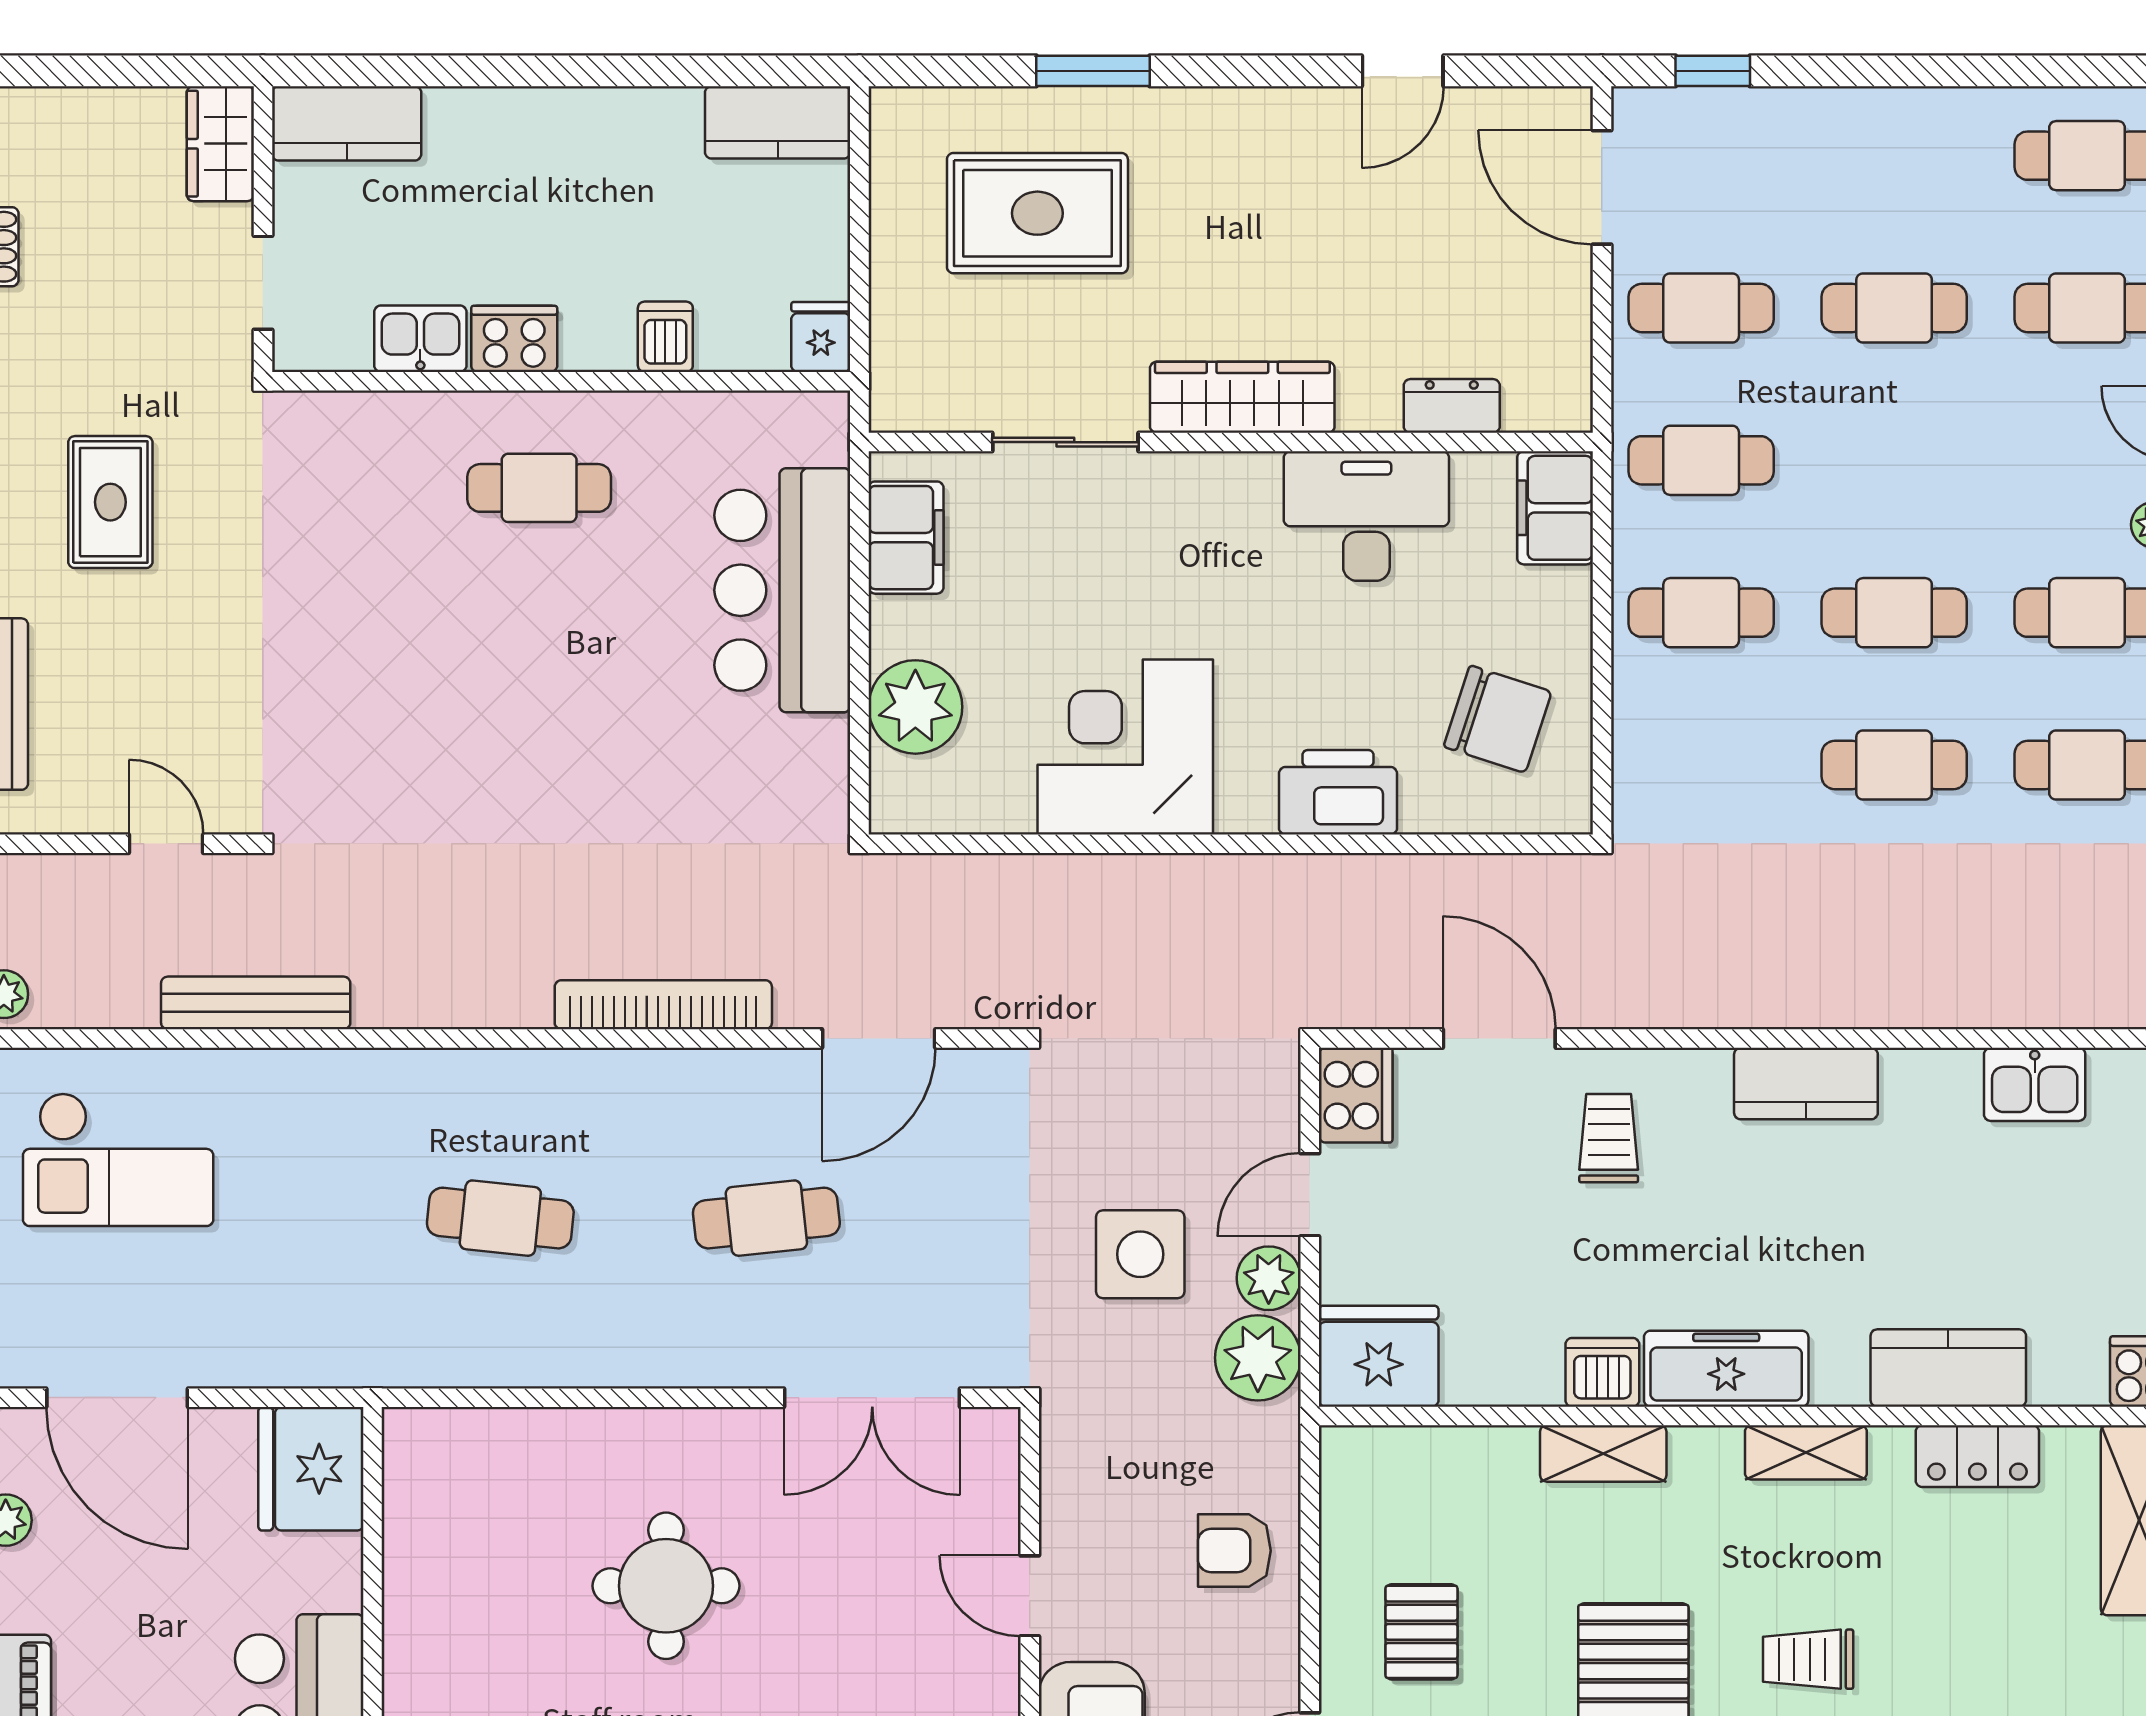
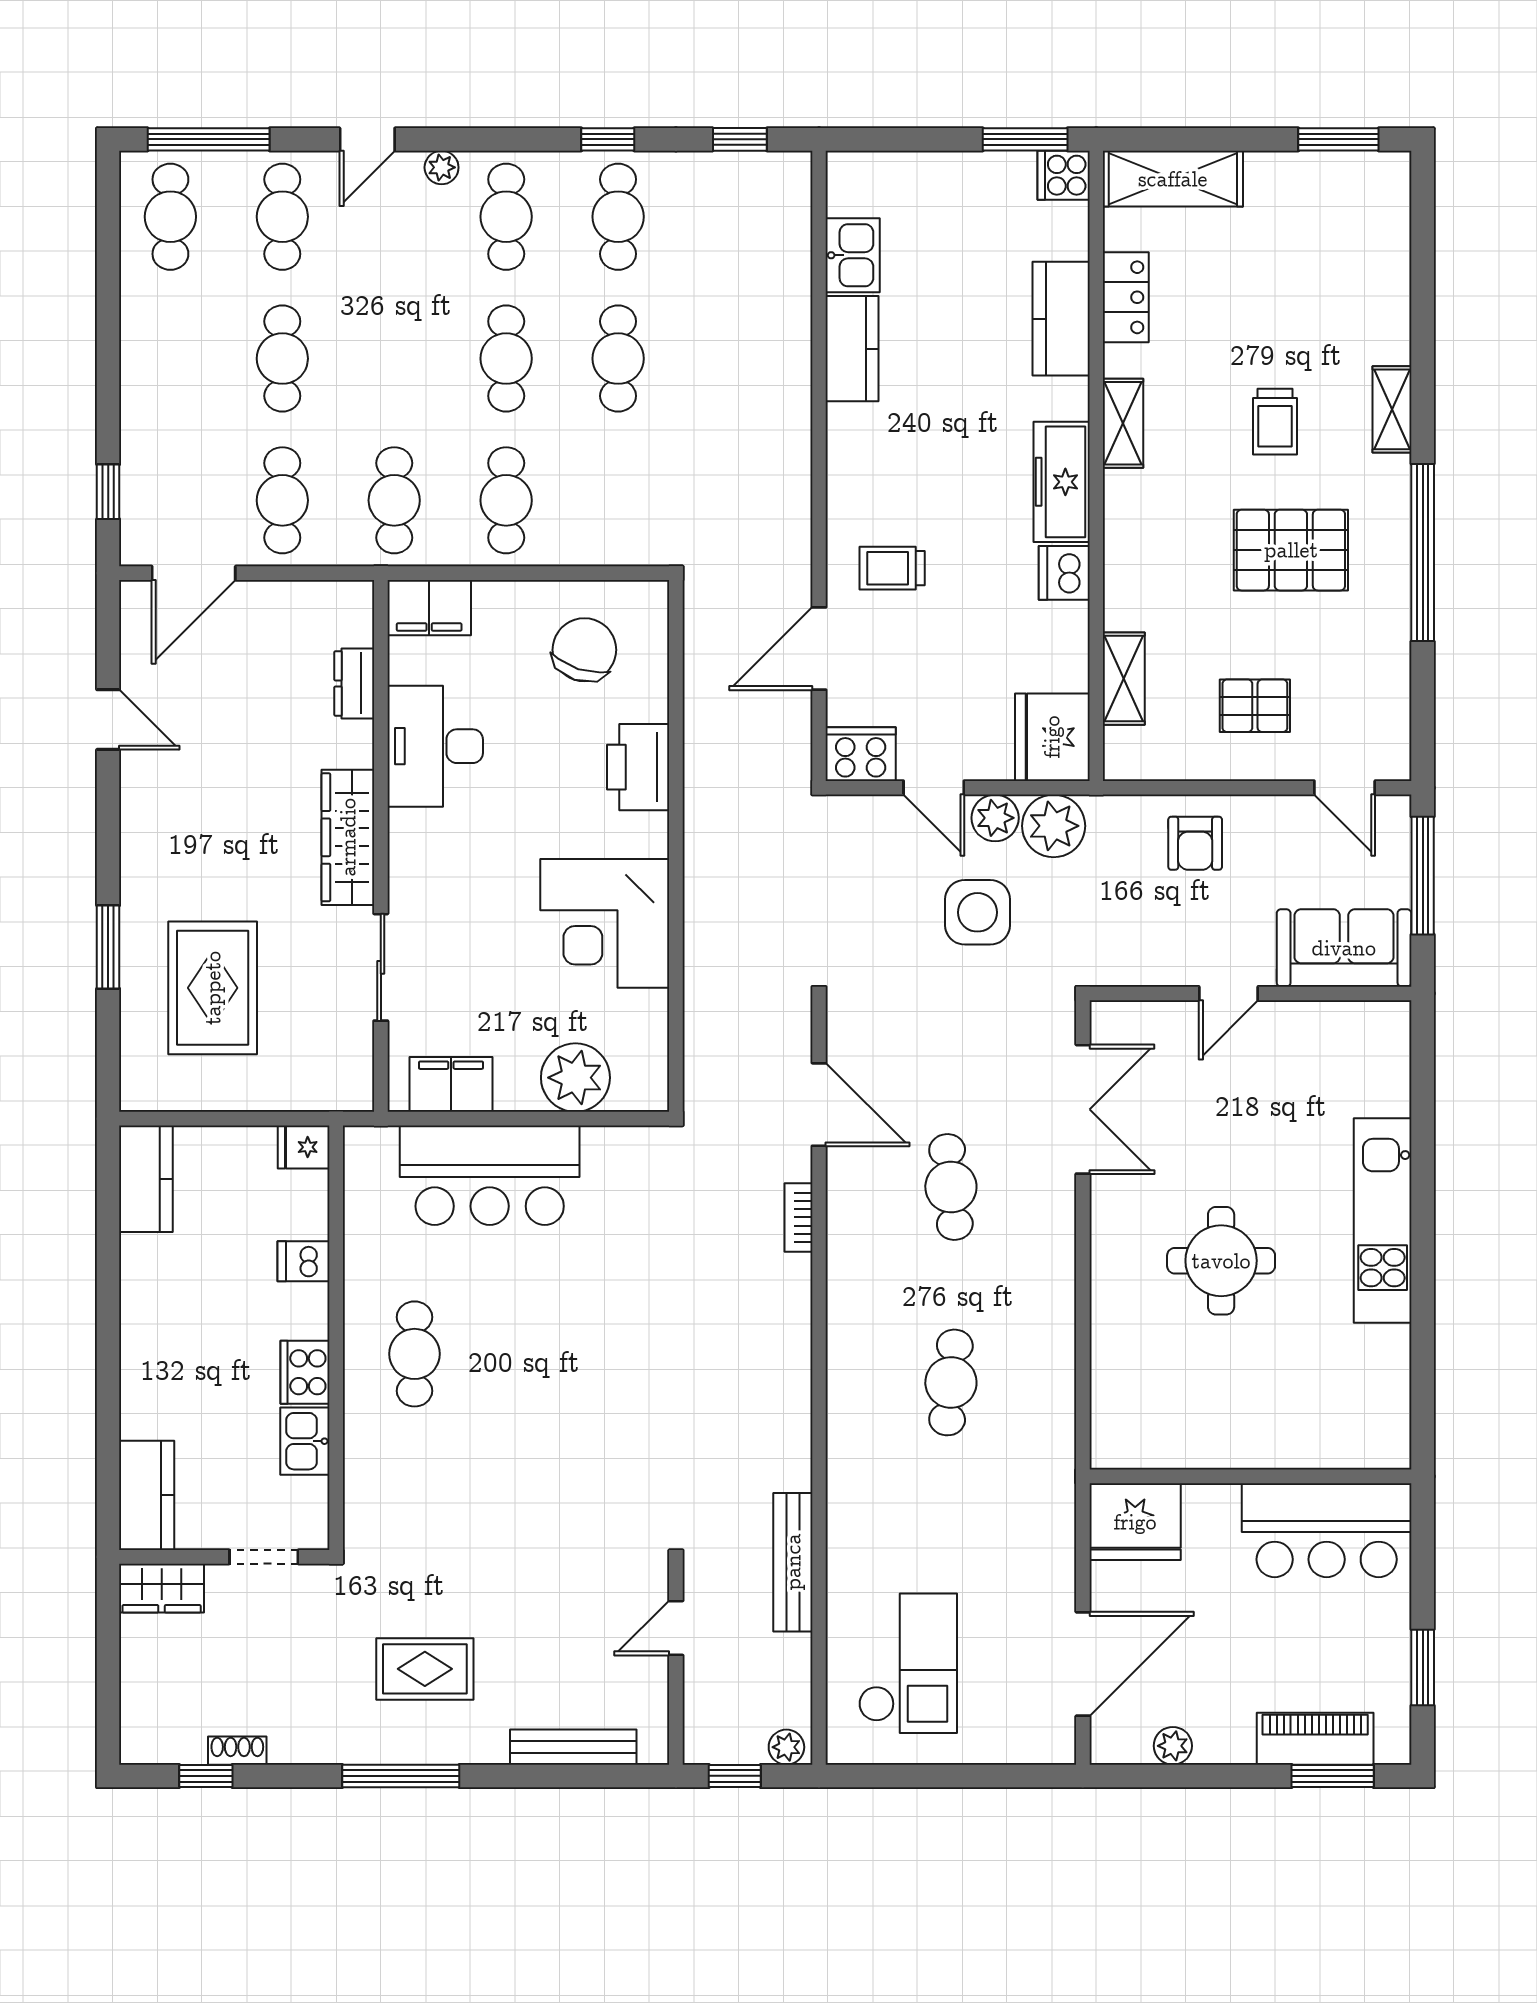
bookcase: (663, 1005) -> (799, 1217), width x0.43, depth x0.76
kitchen counter: (1806, 1084) -> (852, 349), moved
shelving: (1603, 1453) -> (1124, 679), moved

